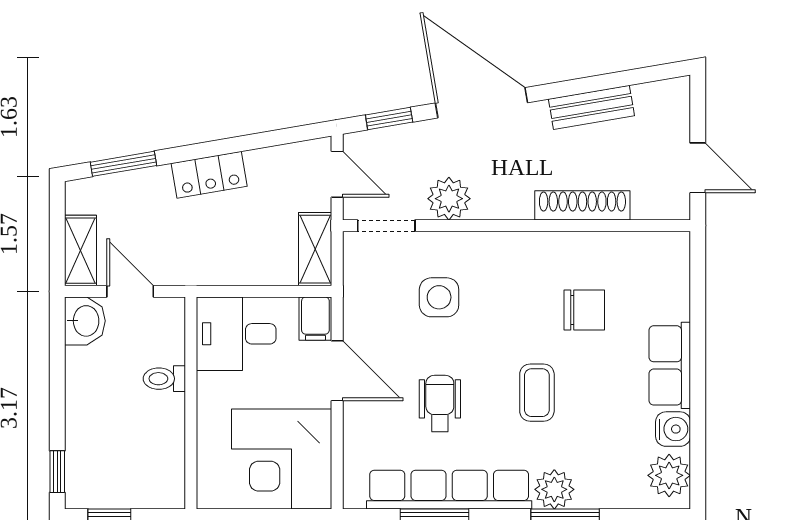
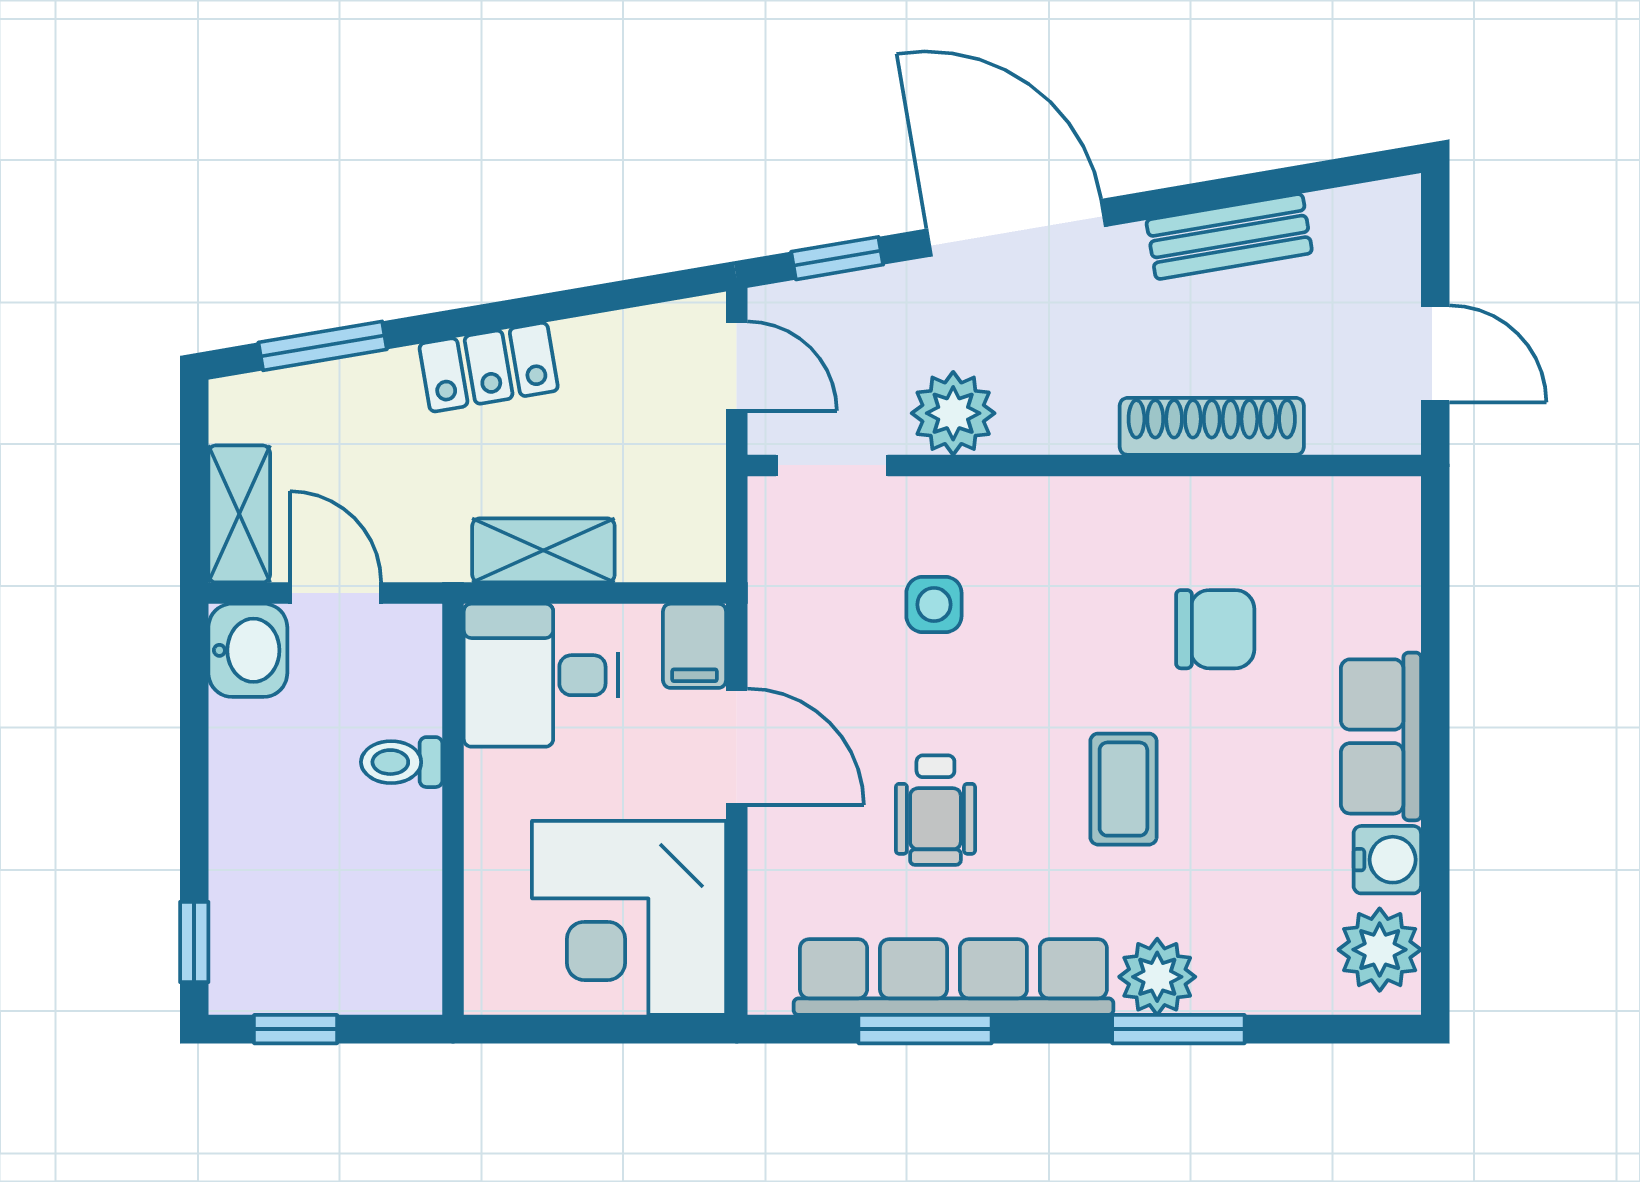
shelving: (315, 249) -> (543, 550), moved, turned 90
side table: (439, 297) -> (934, 605), width x0.73, depth x0.73
wheelchair: (440, 403) -> (935, 810), turned 180

